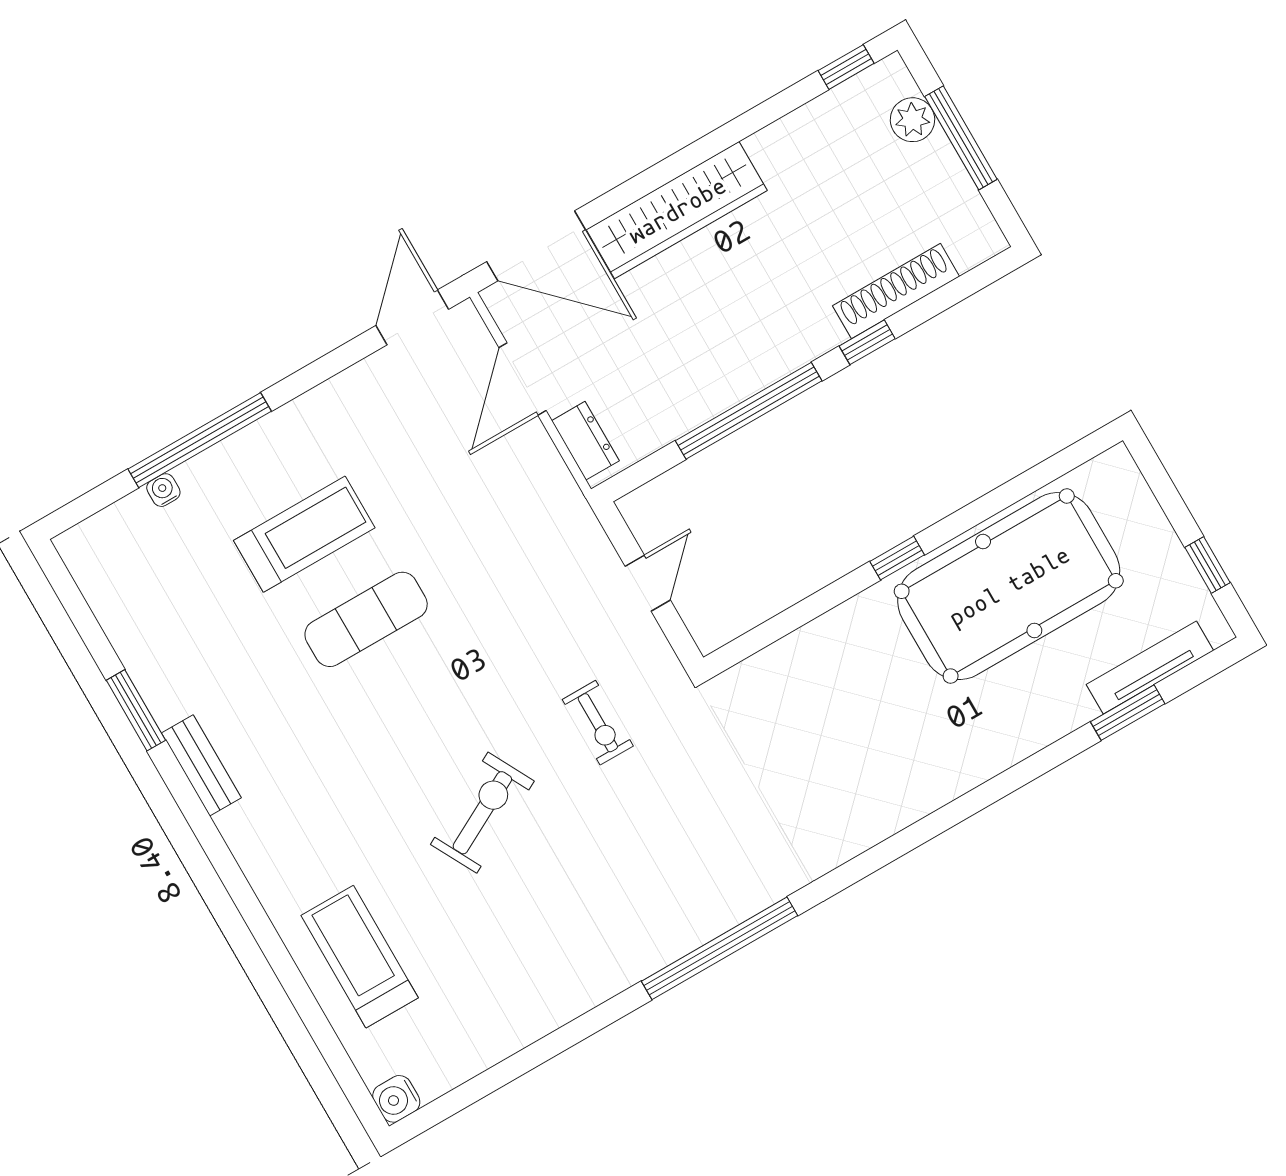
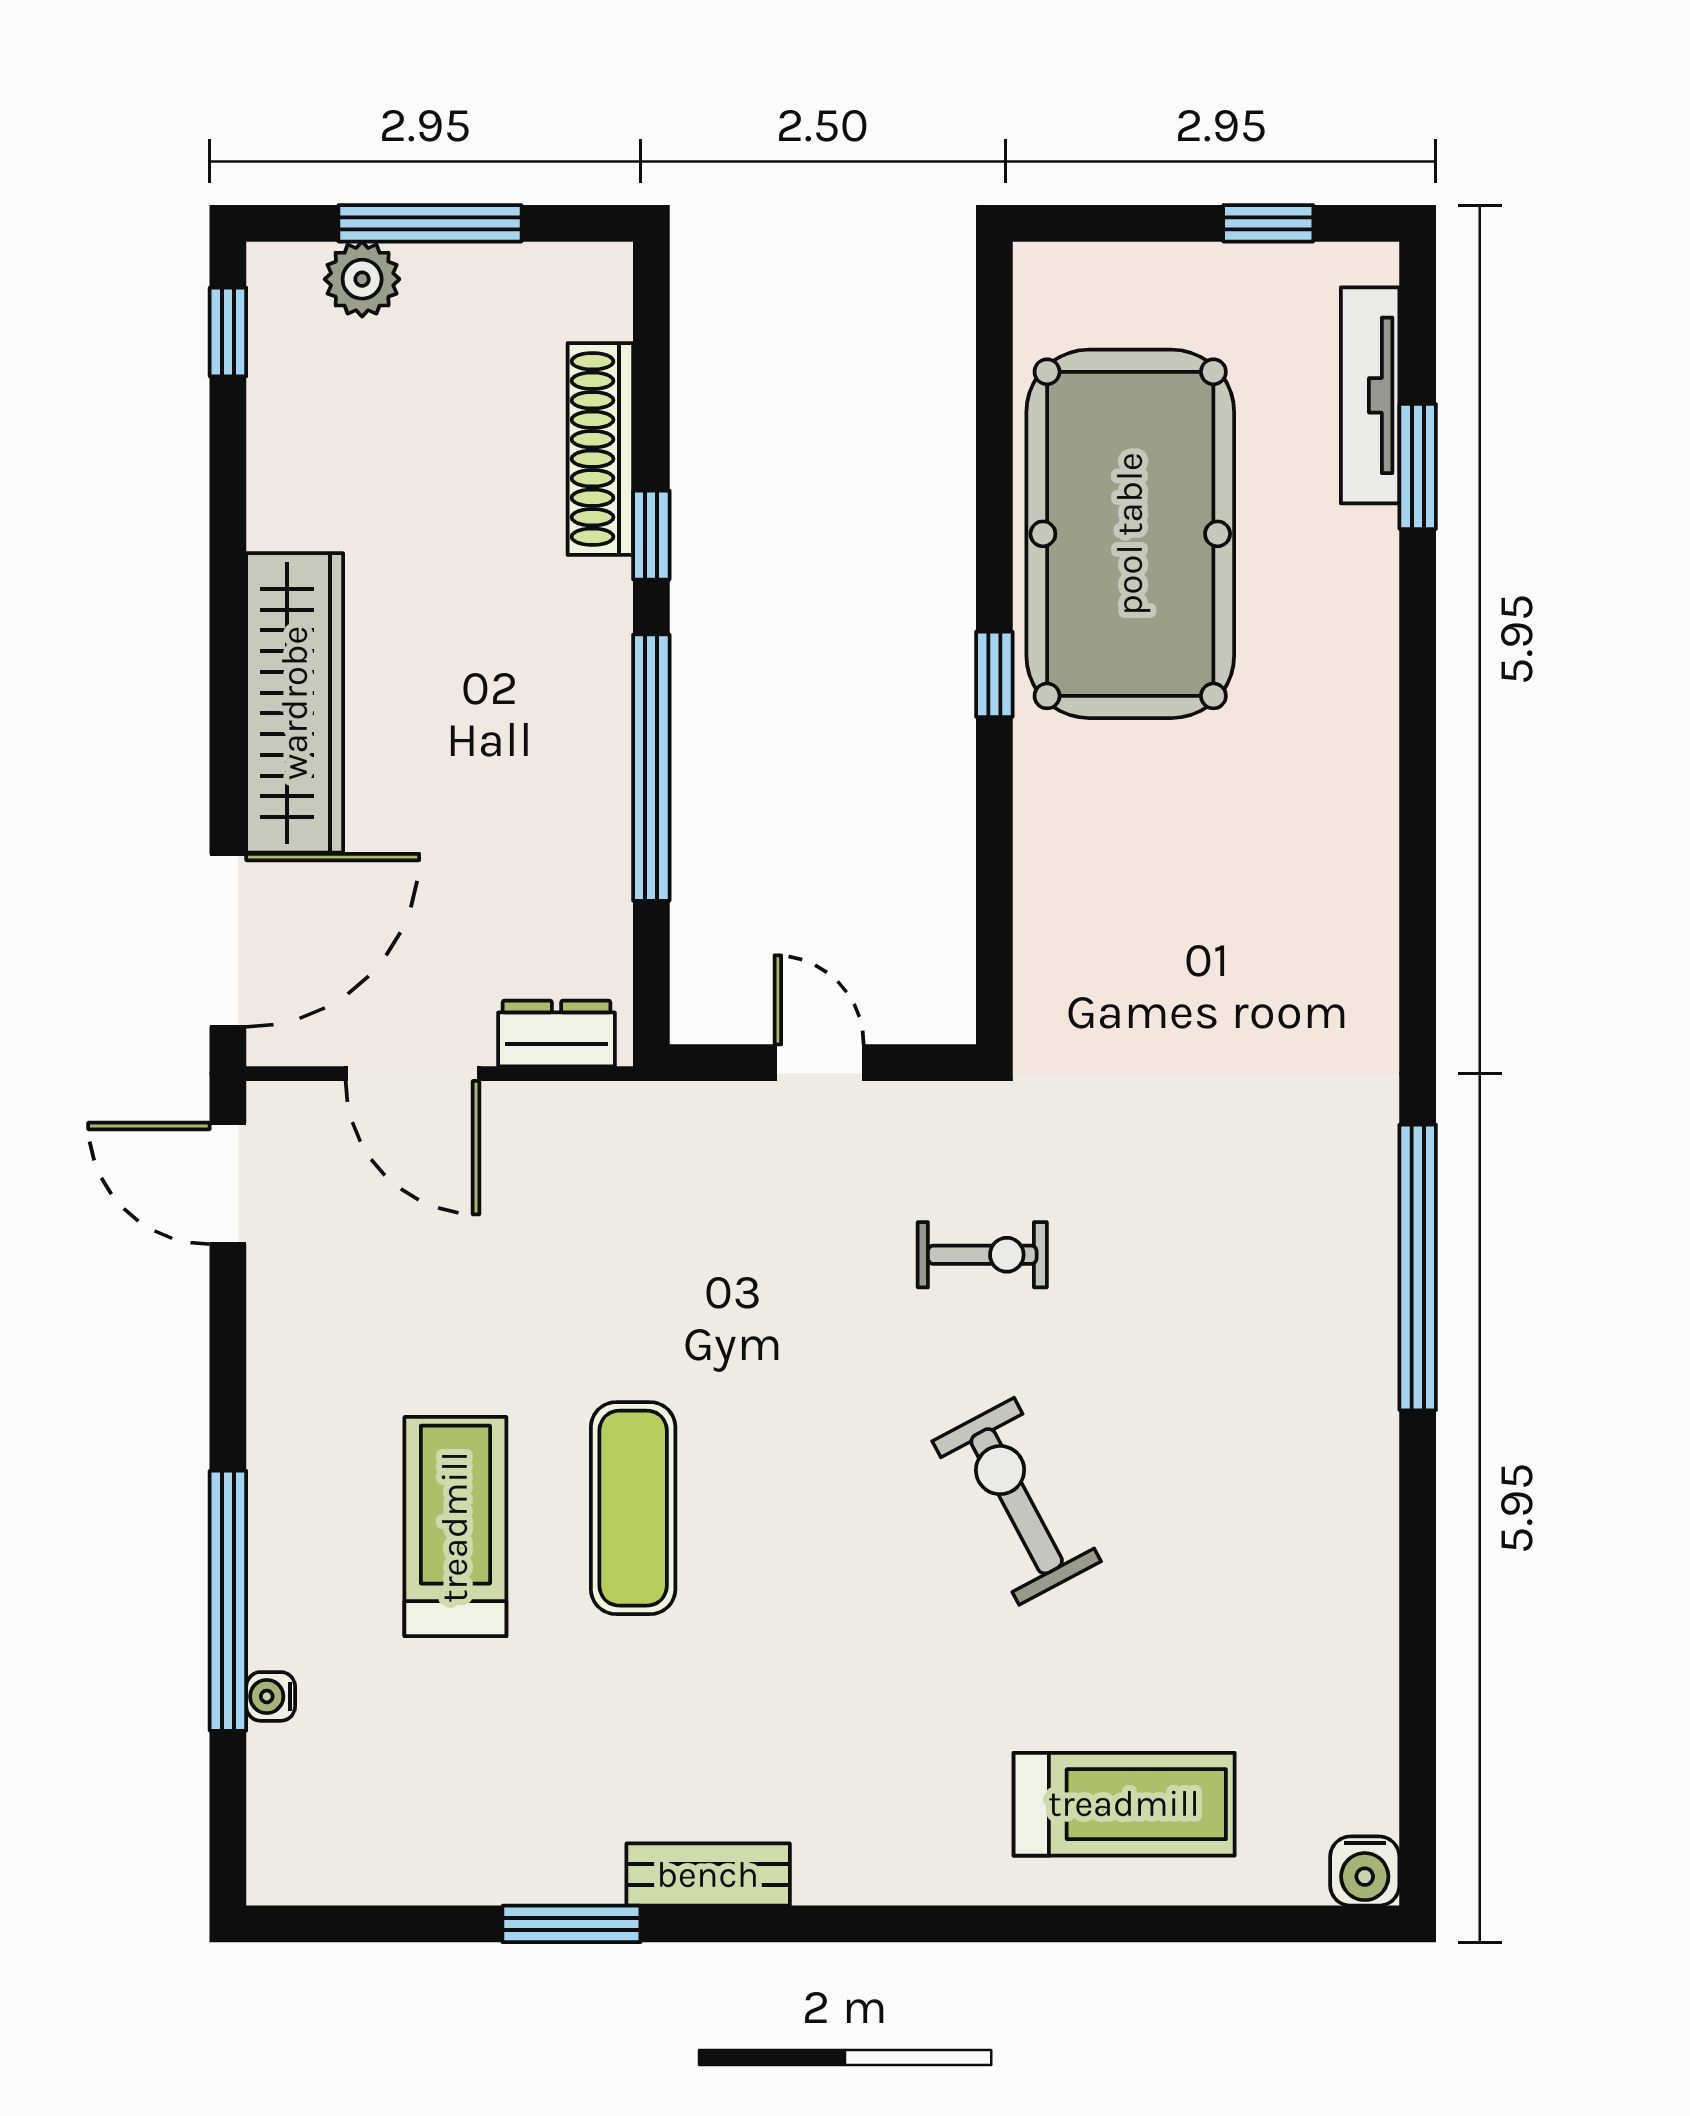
treadmill: (360, 957) -> (1124, 1804), turned 180

